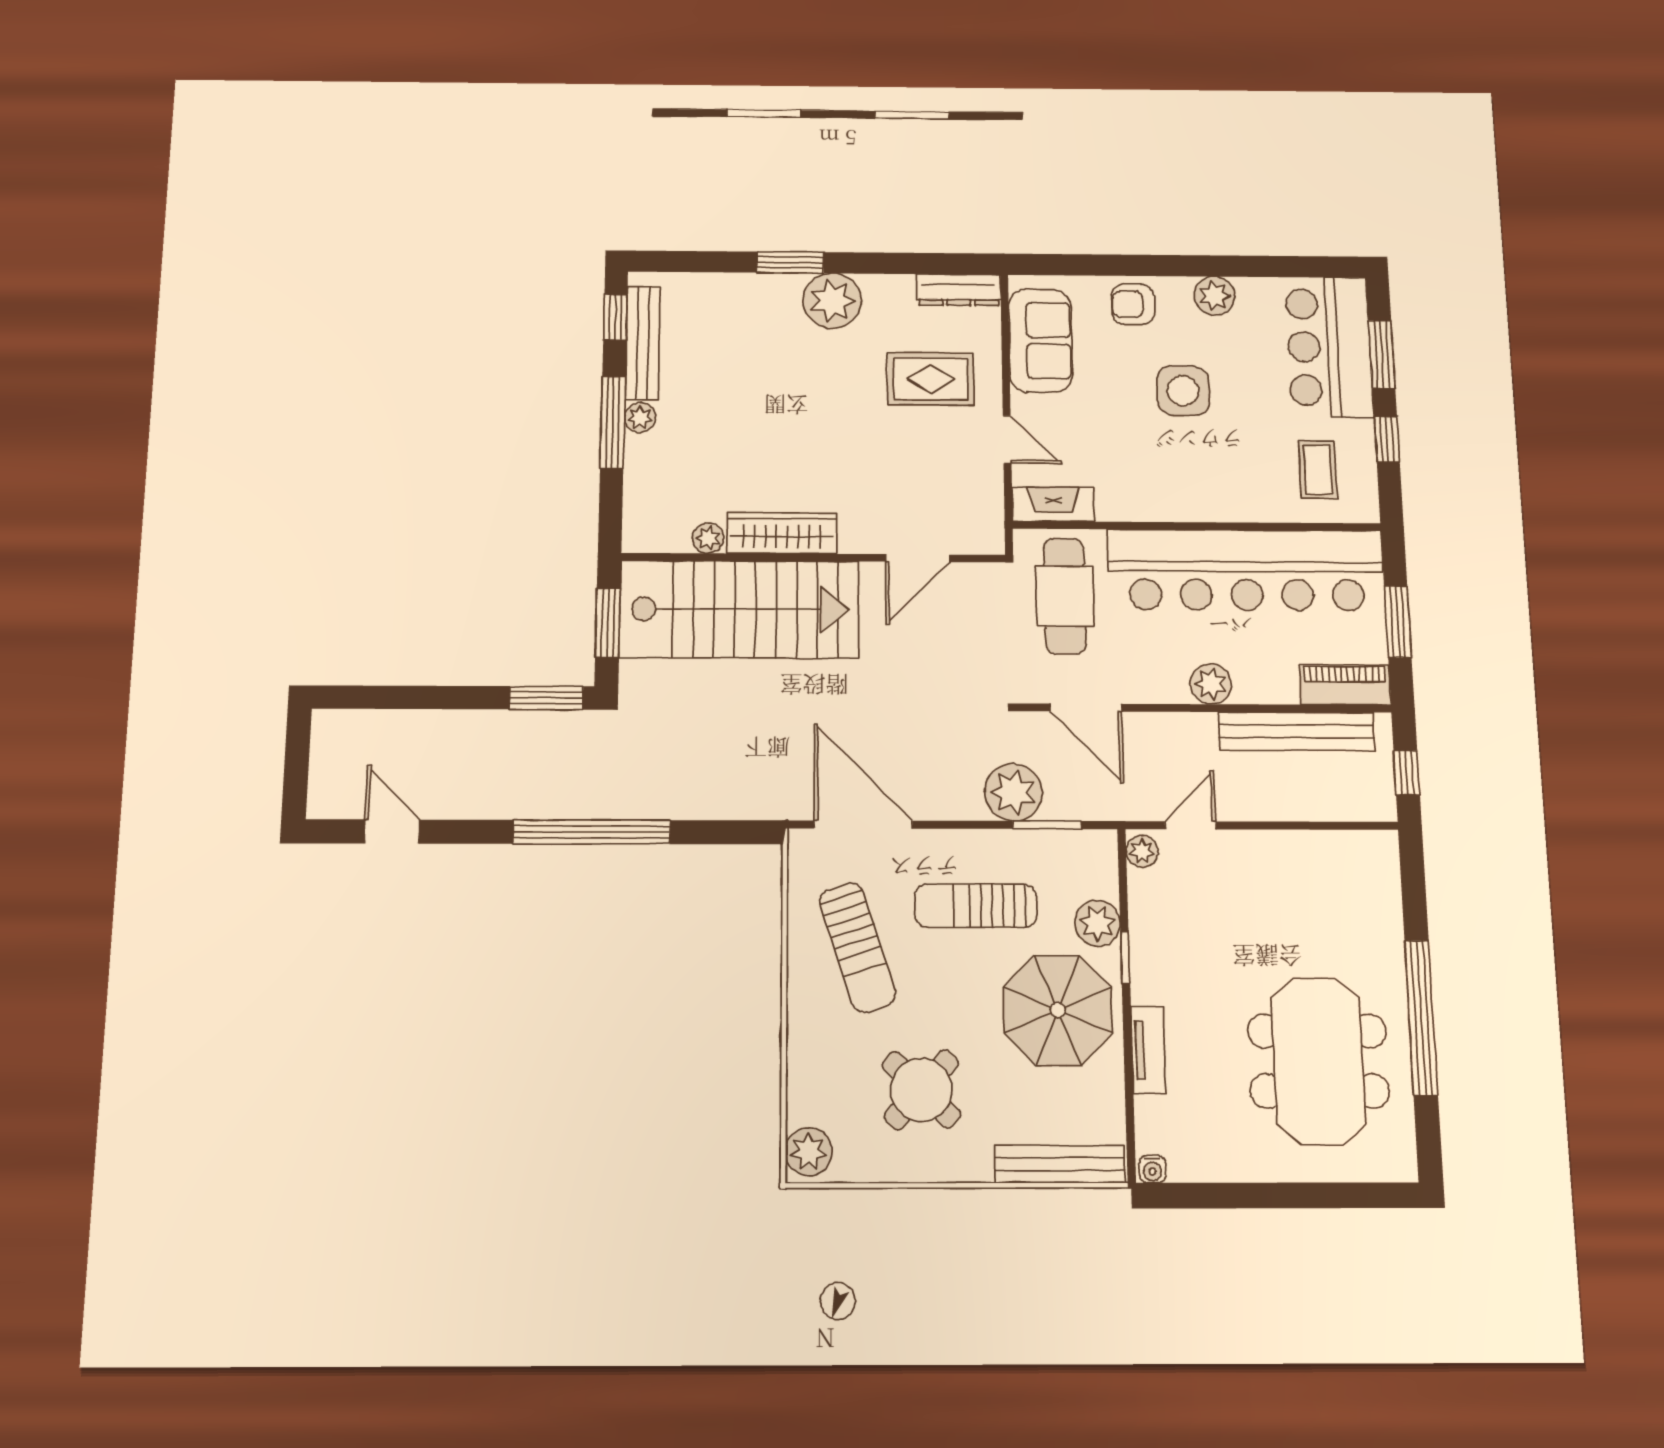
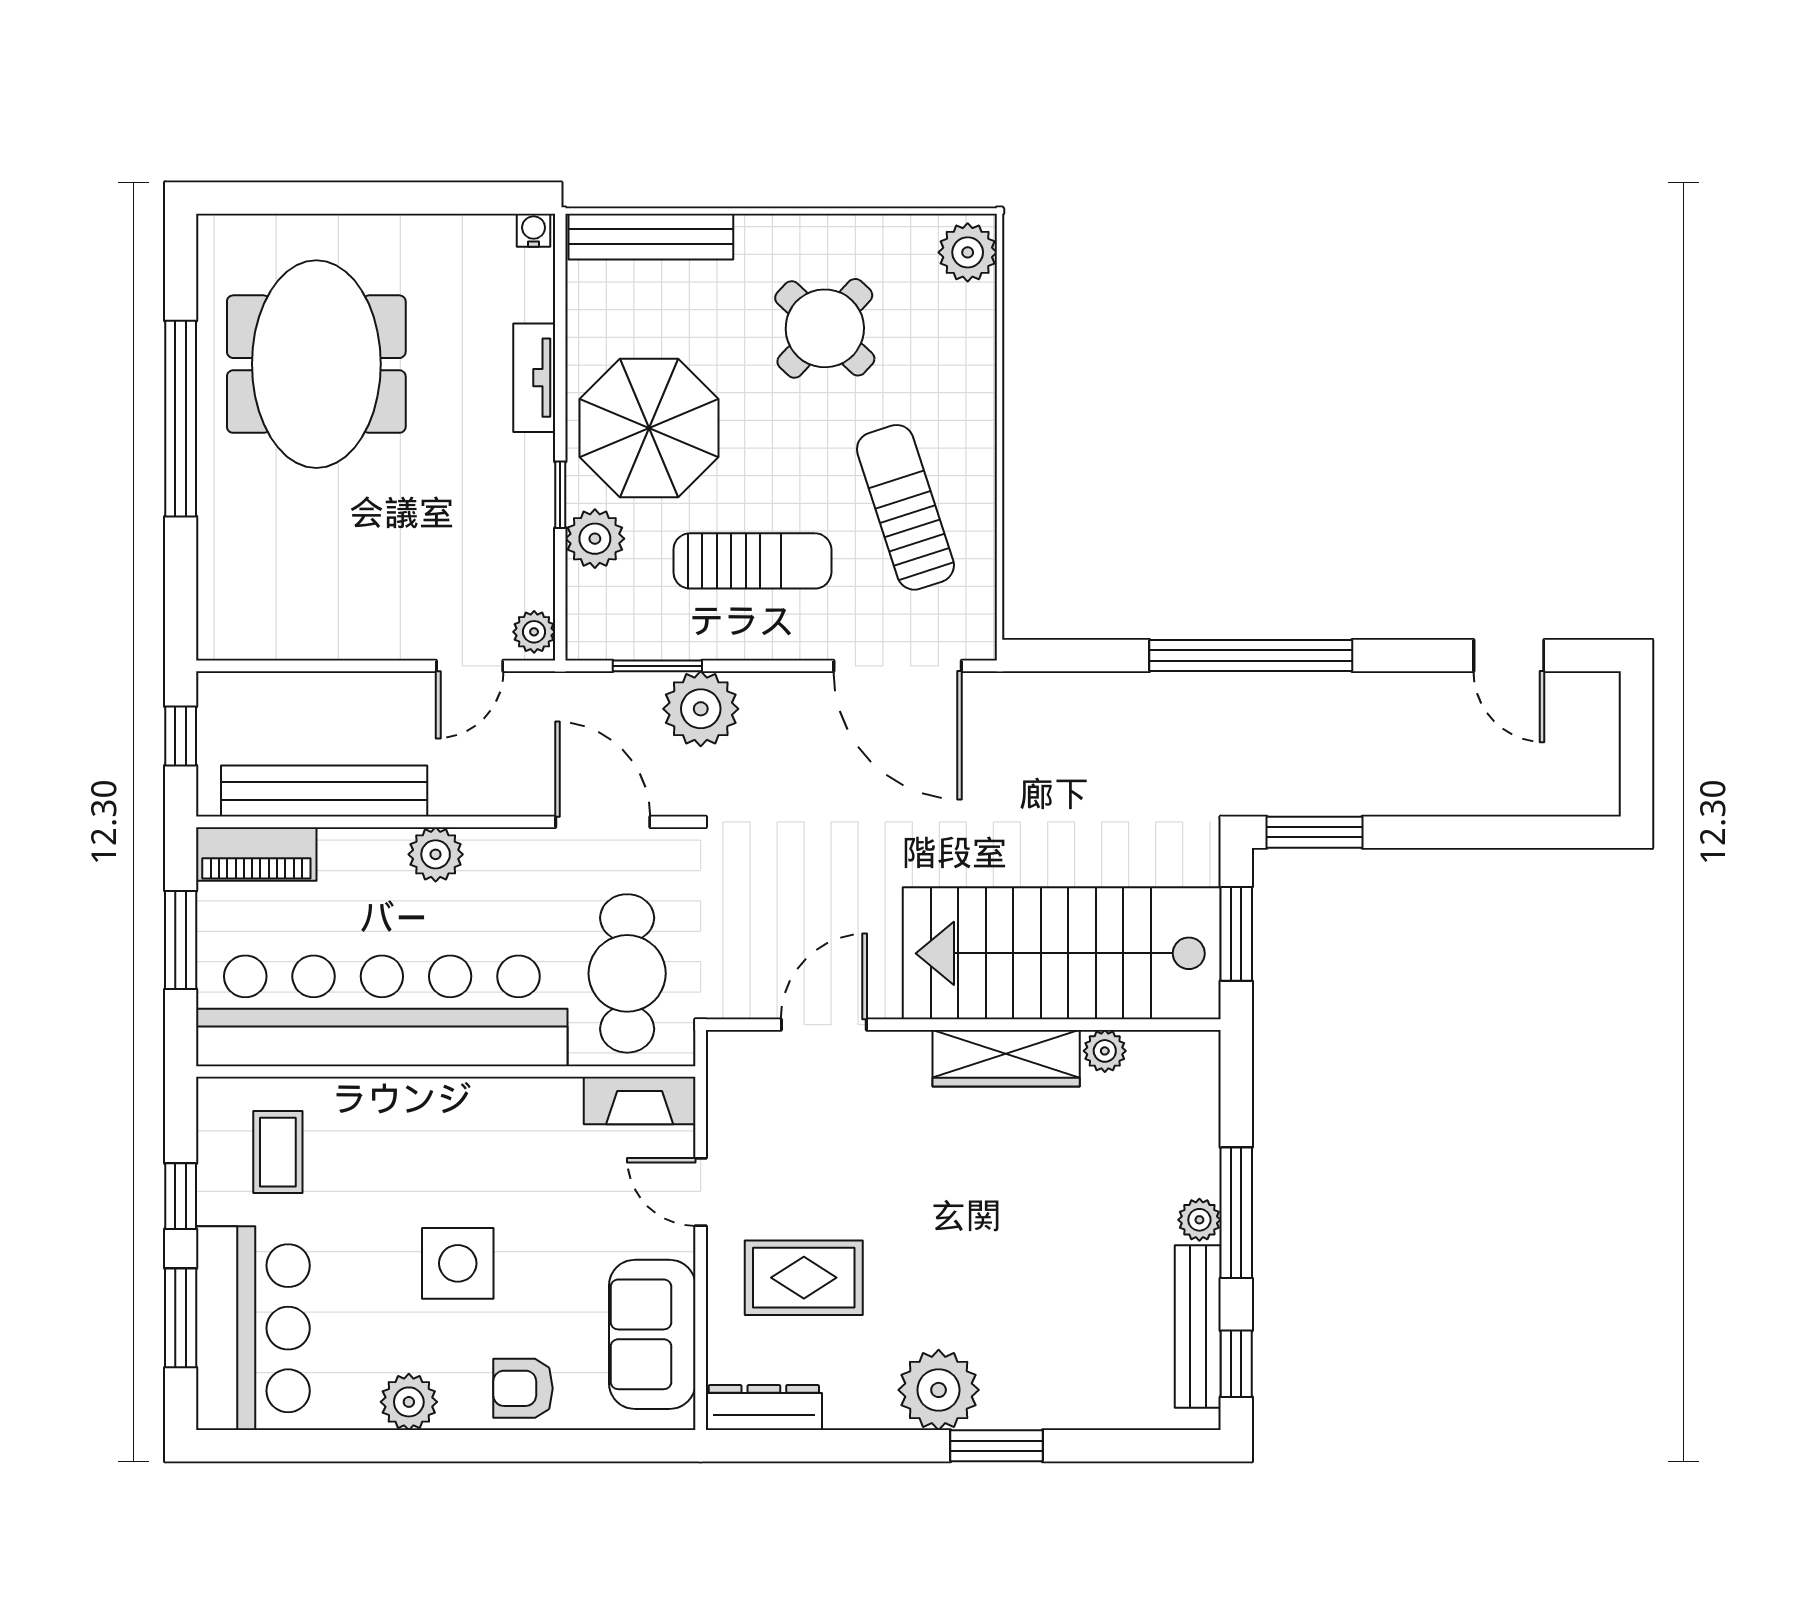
armchair: (1133, 304) -> (523, 1388), turned 180

